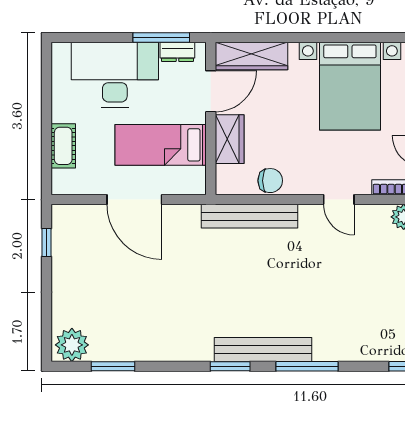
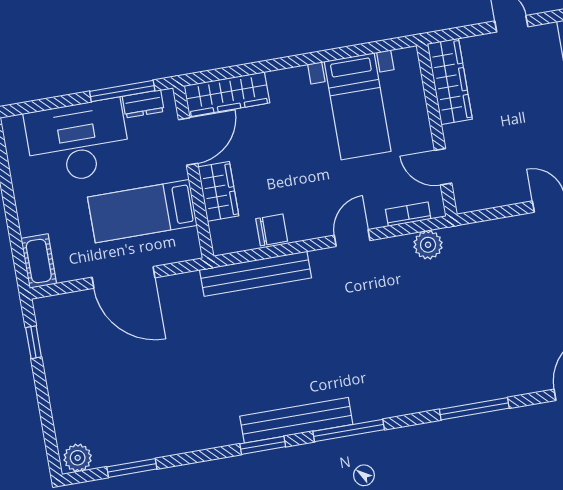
bed with nightstands: (350, 86) -> (358, 106), width x0.73
cot: (63, 146) -> (39, 261), moved
door: (339, 200) -> (352, 238), swing flipped
plant: (72, 345) -> (78, 458), width x0.73, depth x0.73

